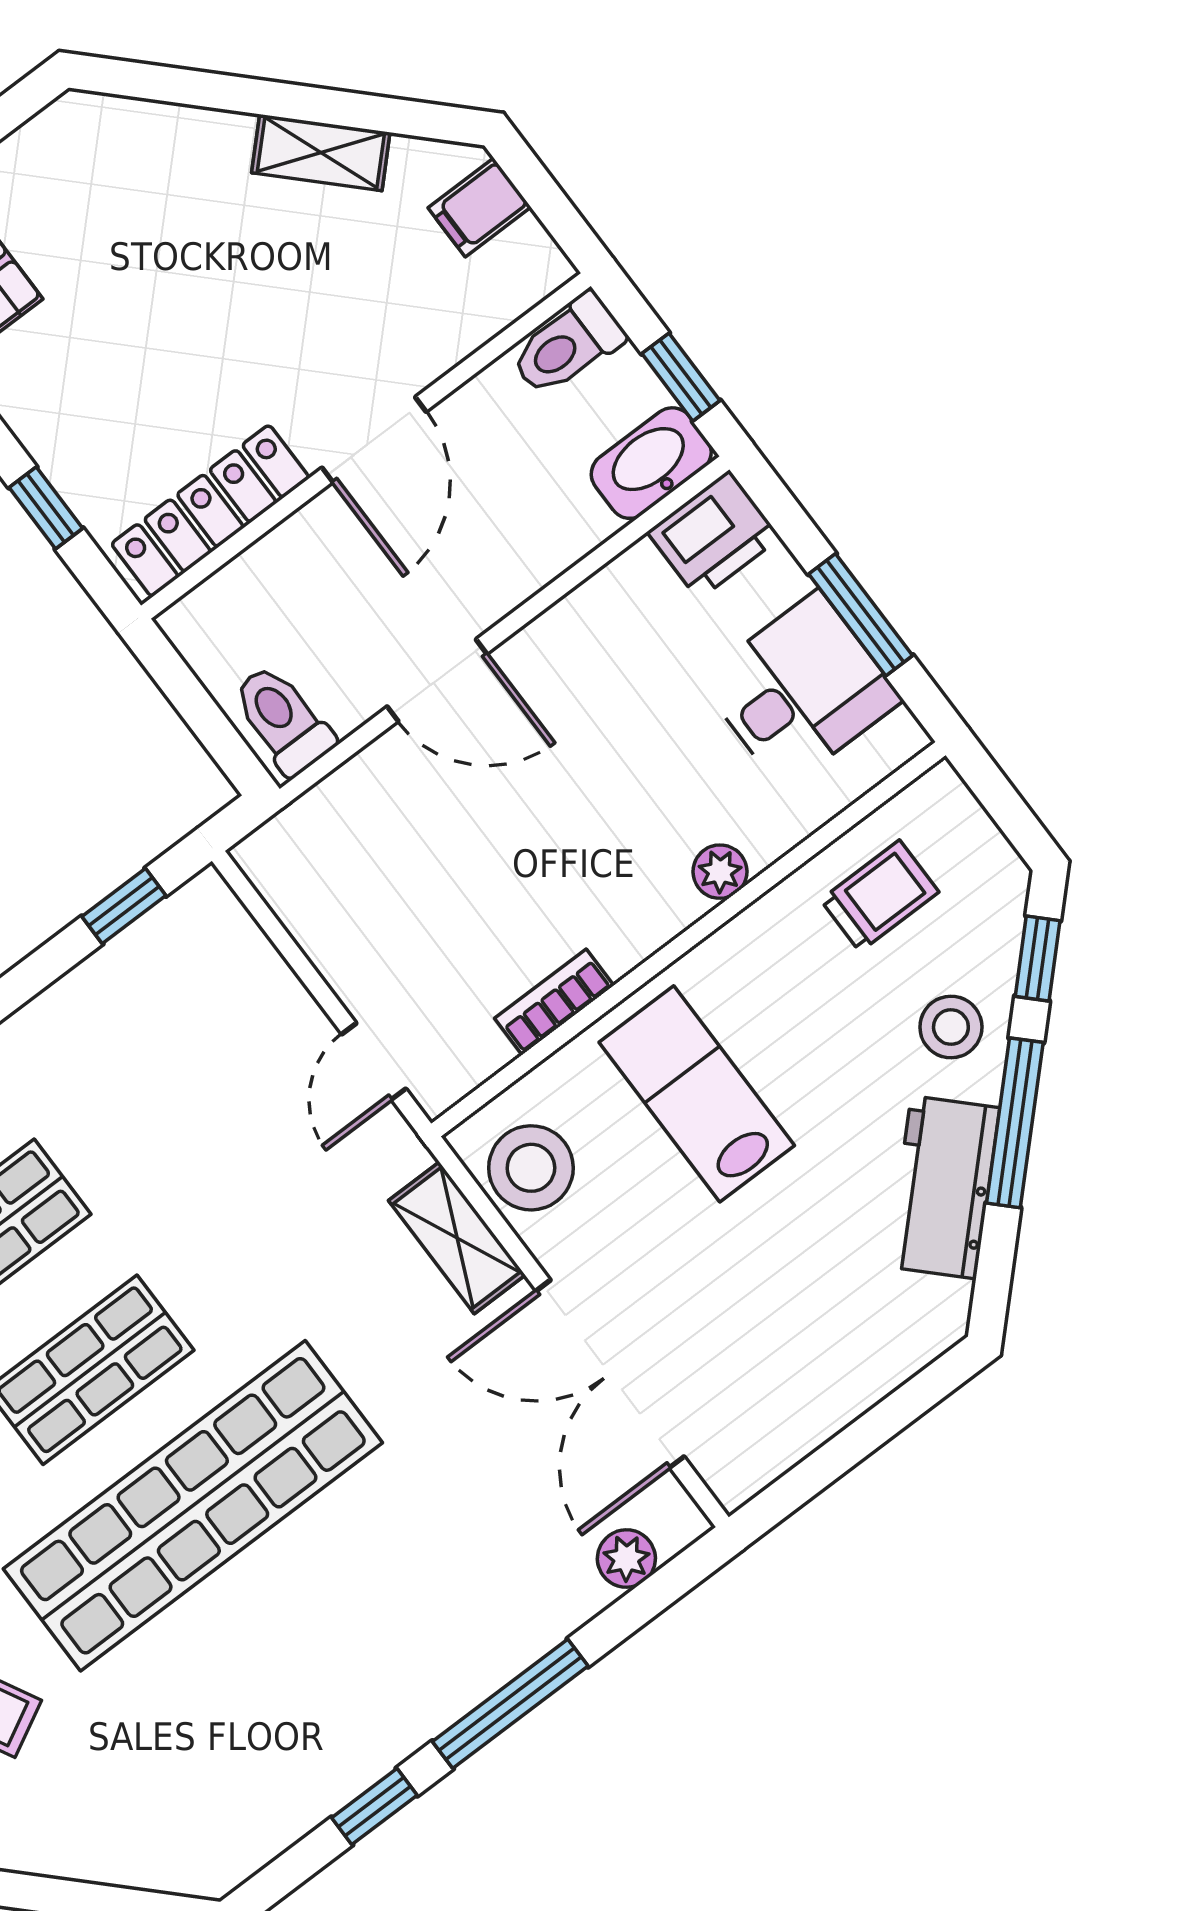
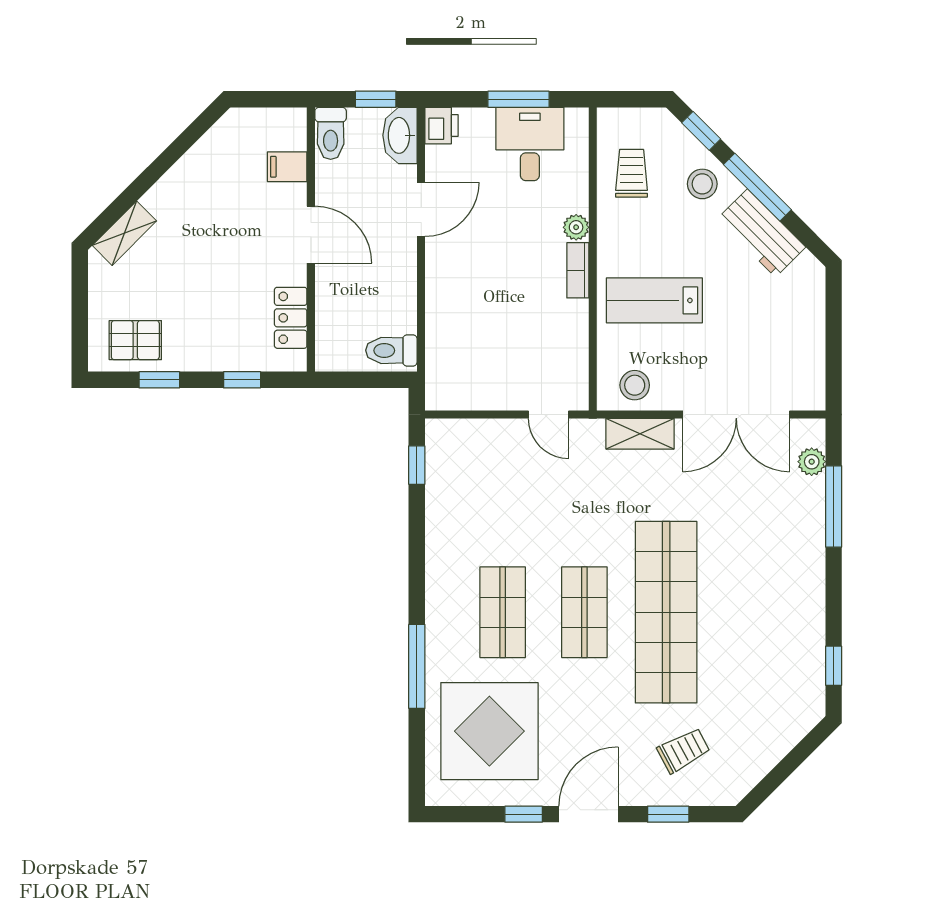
shelving: (321, 153) -> (124, 233), moved
filing cabinet: (480, 207) -> (287, 167), moved, turned 90
locker: (210, 511) -> (291, 318), width x0.66
printer: (714, 535) -> (442, 126), width x0.73, depth x0.81
door: (437, 680) -> (421, 209), moved
bookcase: (554, 1002) -> (578, 270), moved
stool: (531, 1168) -> (635, 385), width x0.73, depth x0.73
window: (510, 1704) -> (834, 506), moved
window: (374, 1807) -> (834, 666), moved

